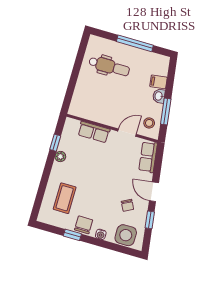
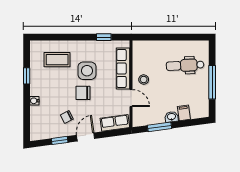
dental chair: (109, 66) -> (185, 65), turned 87
stool: (149, 123) -> (144, 80), moved
row of seats: (94, 132) -> (123, 68), width x1.48
plant: (60, 157) -> (93, 45), removed
chair: (84, 225) -> (83, 93), moved, turned 180
side table: (126, 235) -> (87, 71), moved

